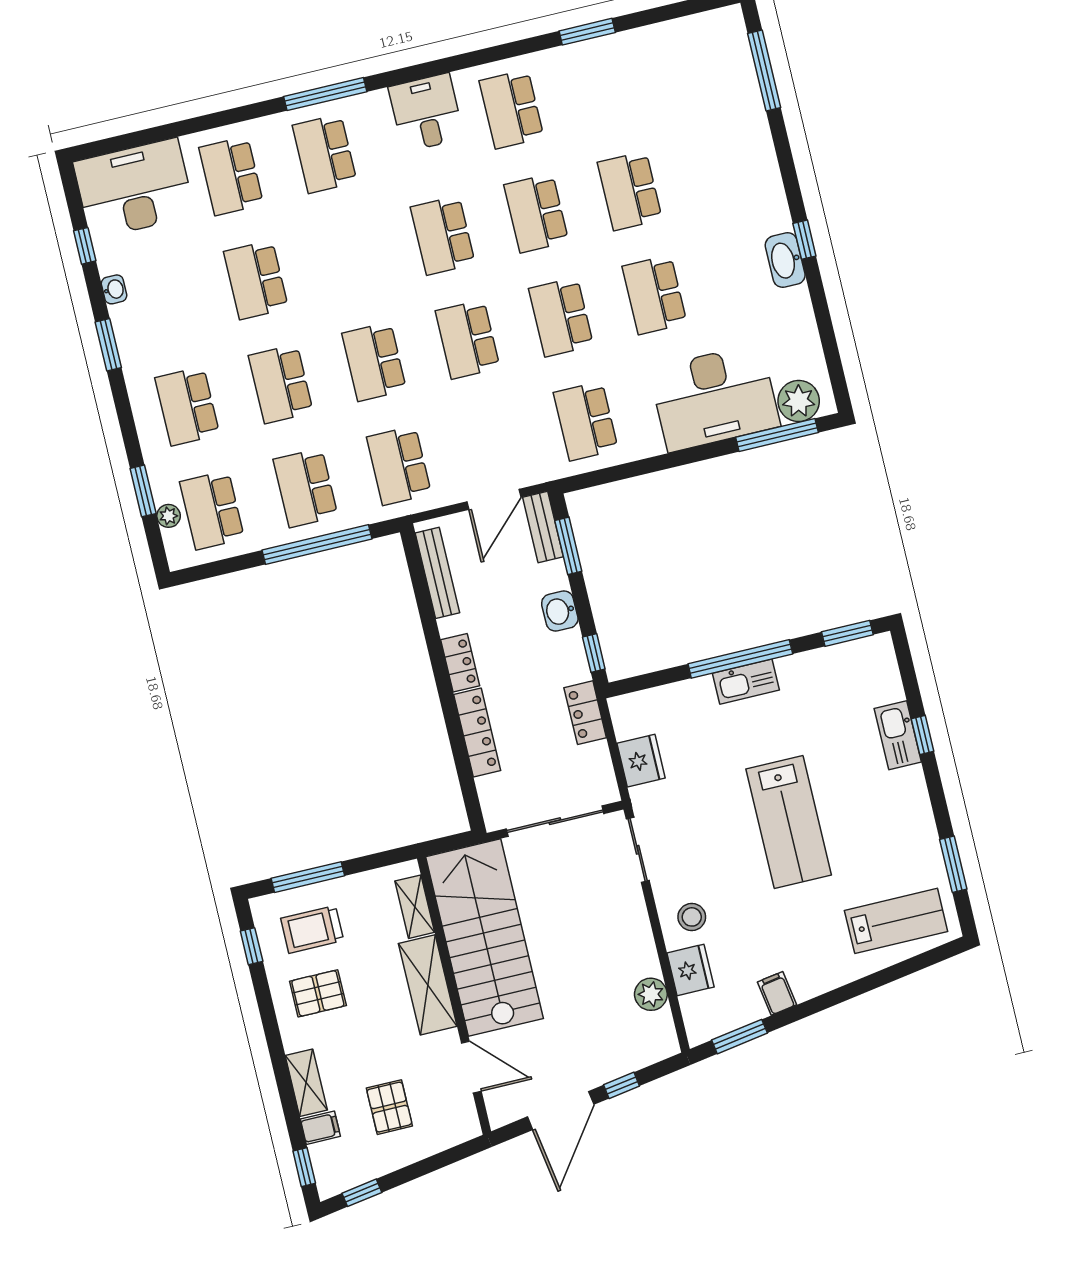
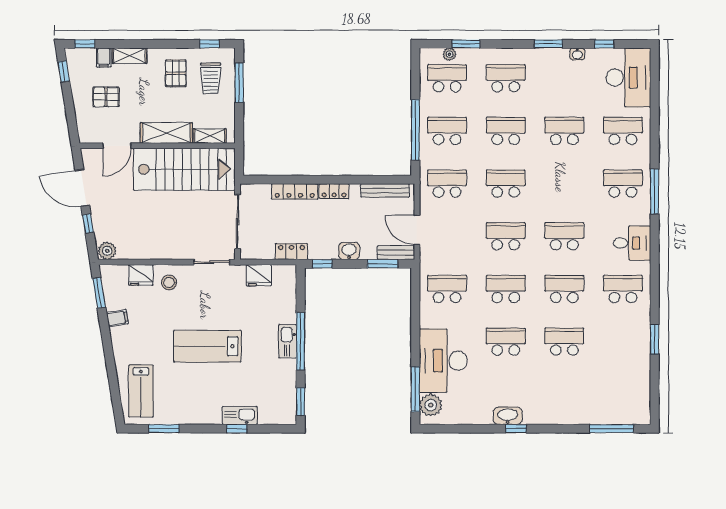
trolley: (312, 929) -> (211, 78), turned 180
plant: (651, 994) -> (107, 251), moved

